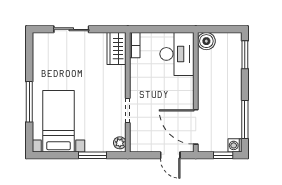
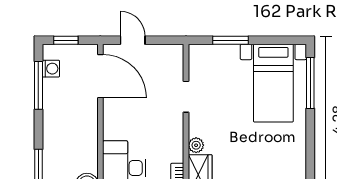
window: (29, 102) -> (310, 83), moved
plant: (120, 143) -> (196, 145), moved
washing machine: (235, 145) -> (51, 69), moved

